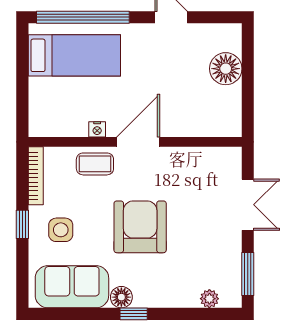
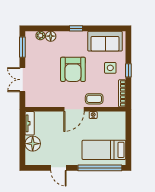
tv unit: (232, 112) -> (30, 123), added
floor lamp: (121, 297) -> (51, 36), moved

